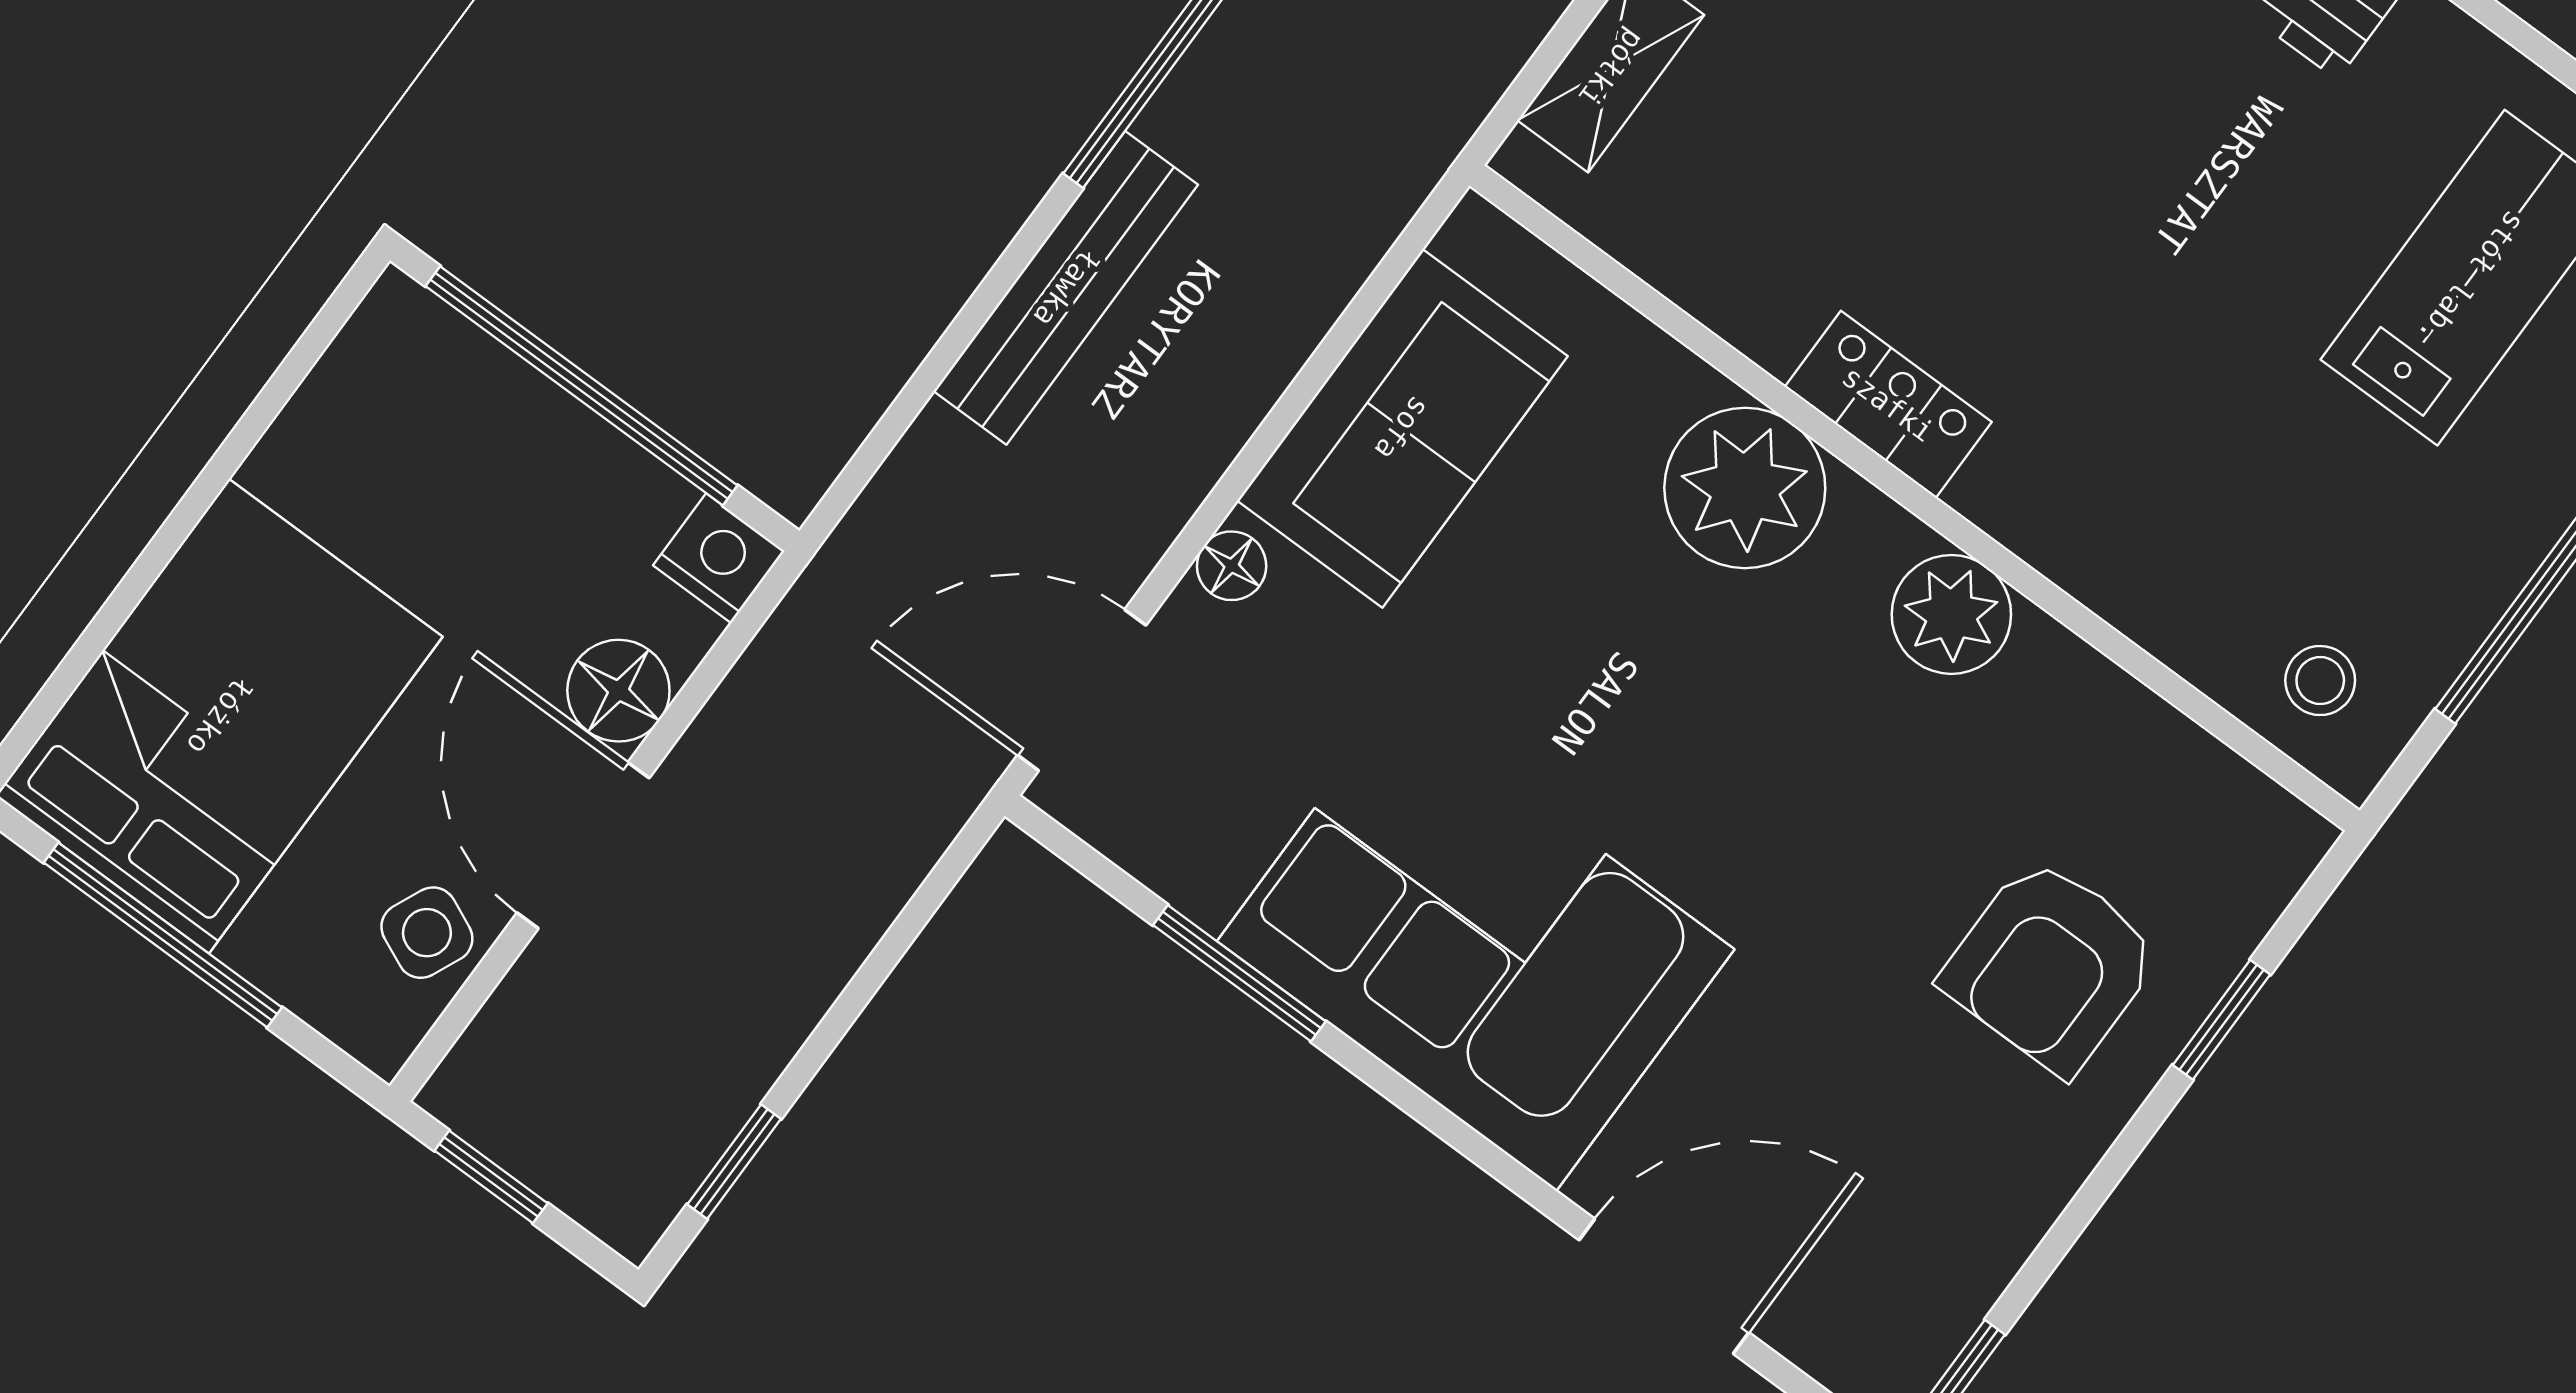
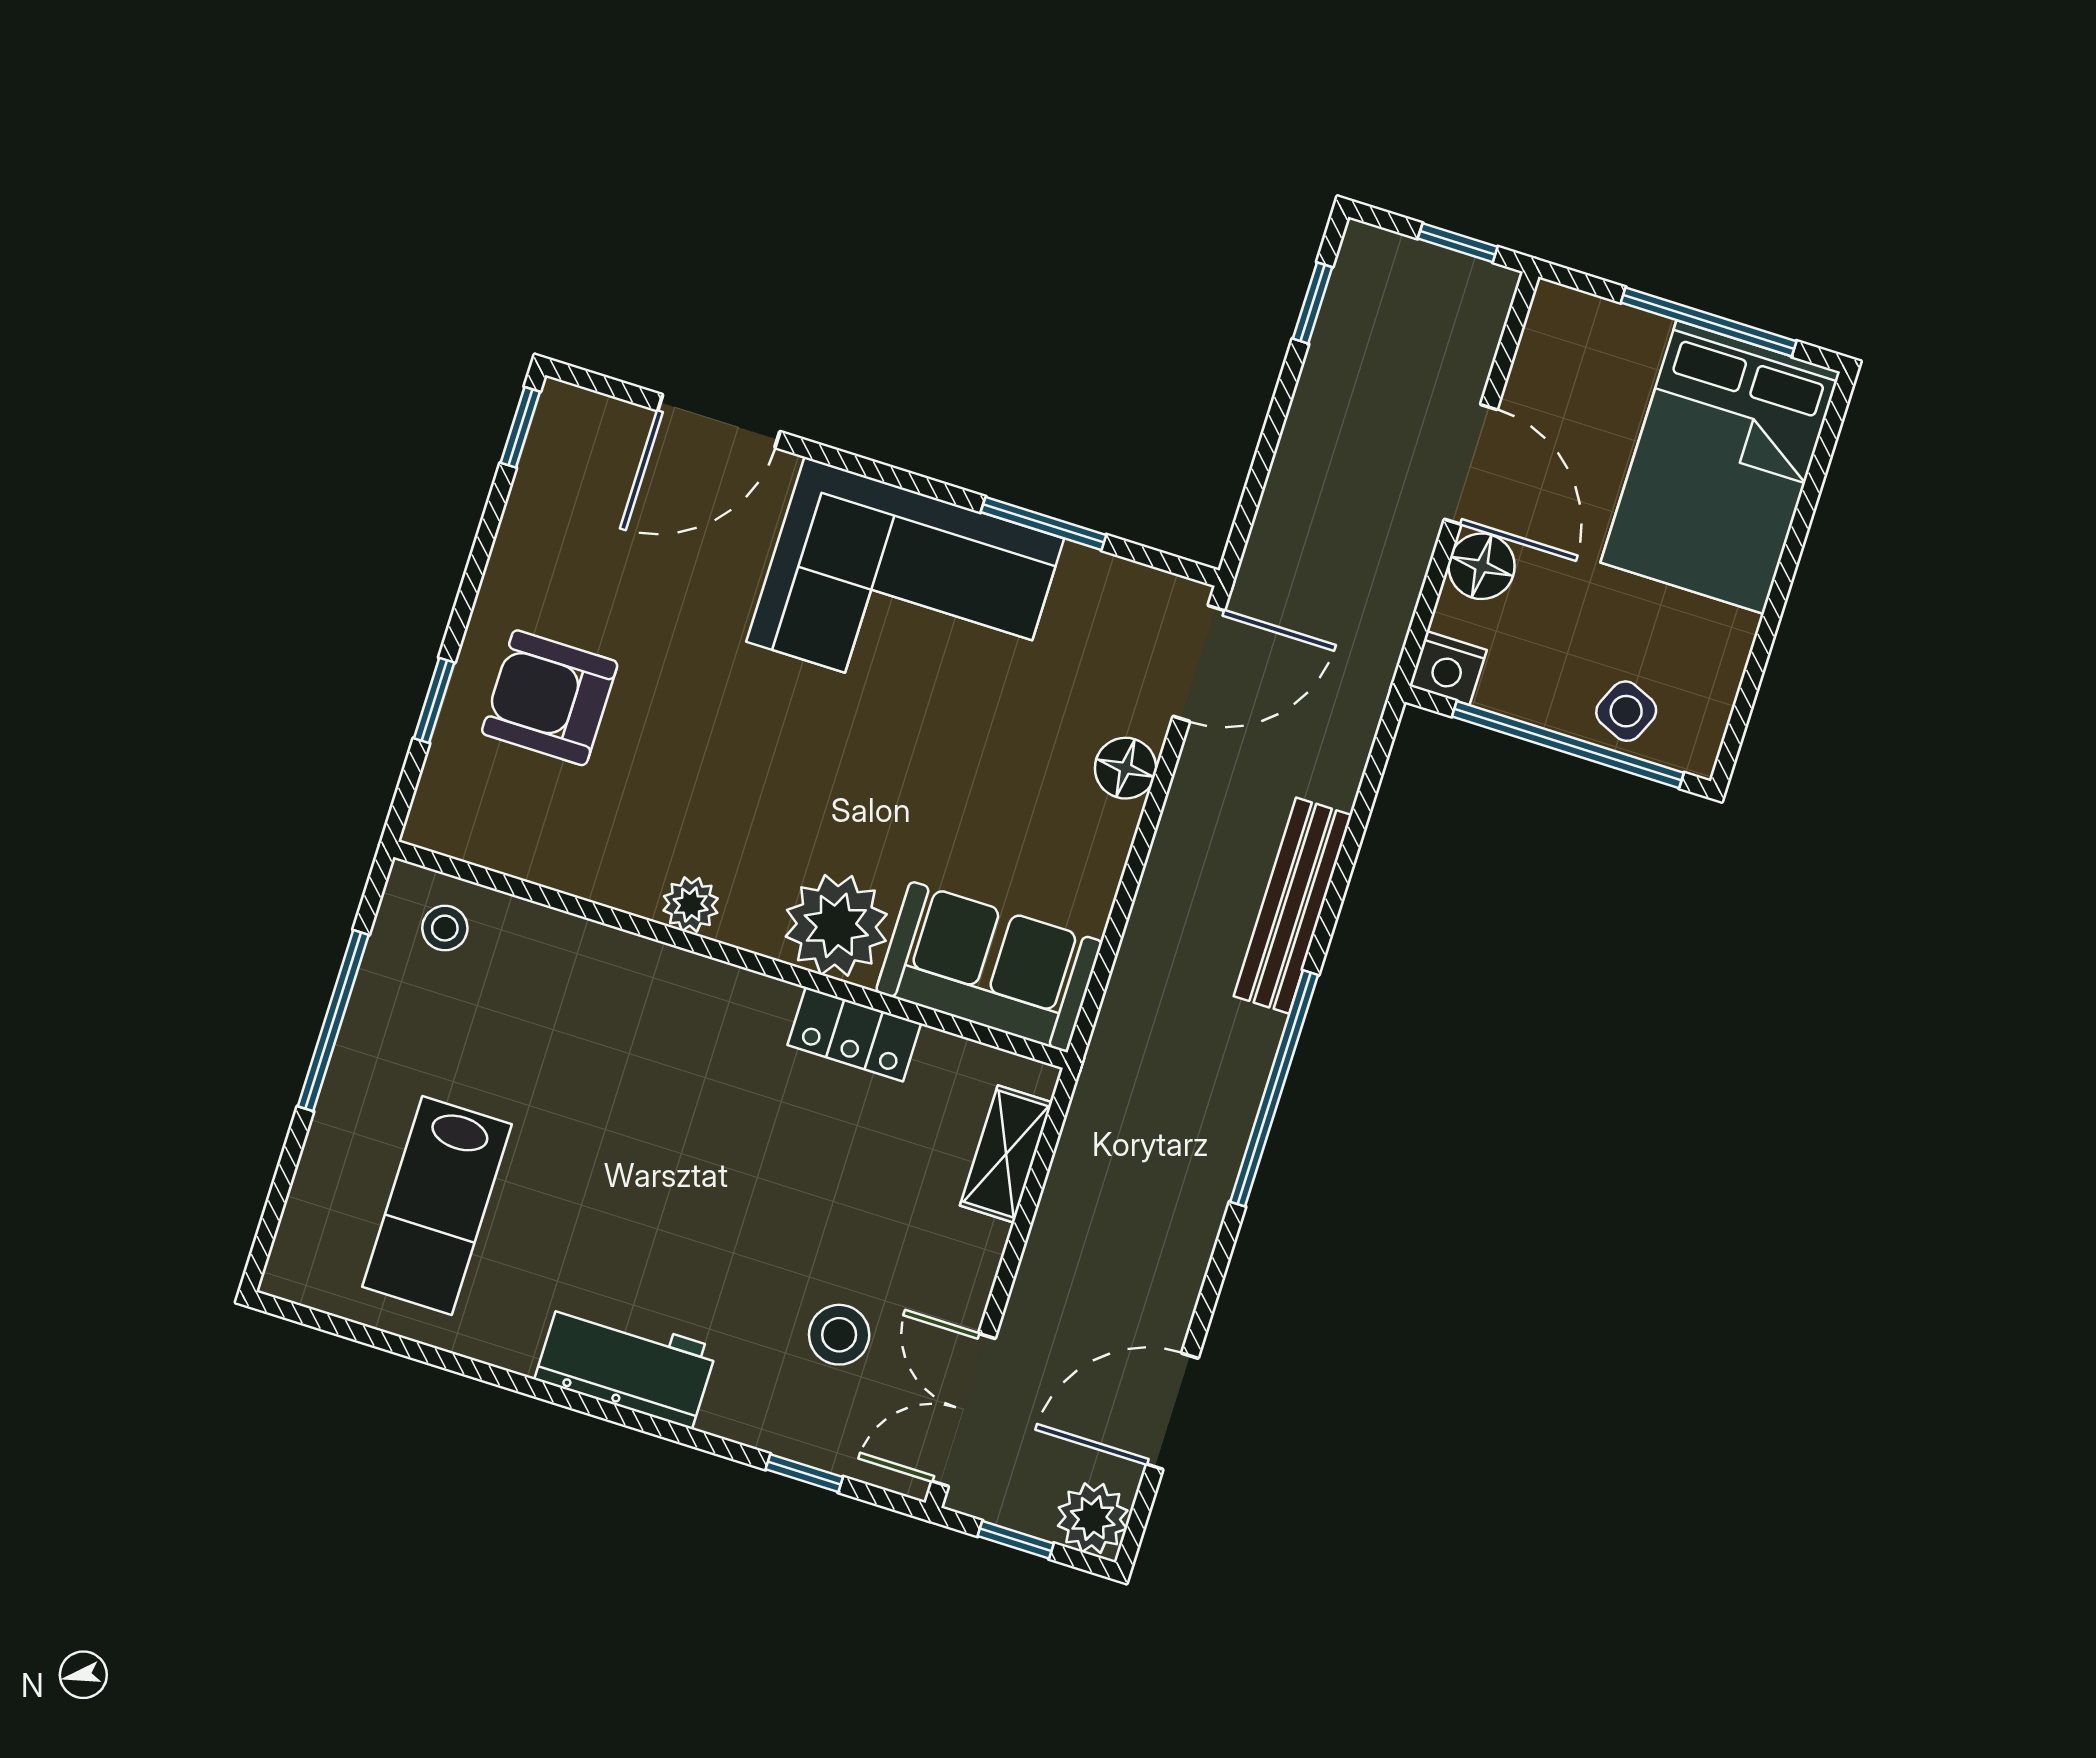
locker: (1888, 404) -> (854, 1034), moved
sofa: (1402, 428) -> (989, 967), moved, turned 90
floor lamp: (1232, 566) -> (1126, 768), width x1.37, depth x1.37
plant: (1951, 614) -> (691, 904), width x0.73, depth x0.73
side table: (427, 933) -> (1626, 711), moved
armchair: (2051, 966) -> (550, 698), turned -90

